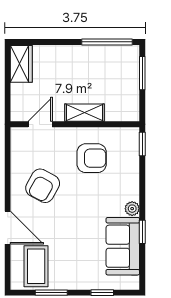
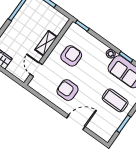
armchair: (43, 186) -> (67, 90), turned 151
coffee table: (36, 266) -> (115, 100), moved

